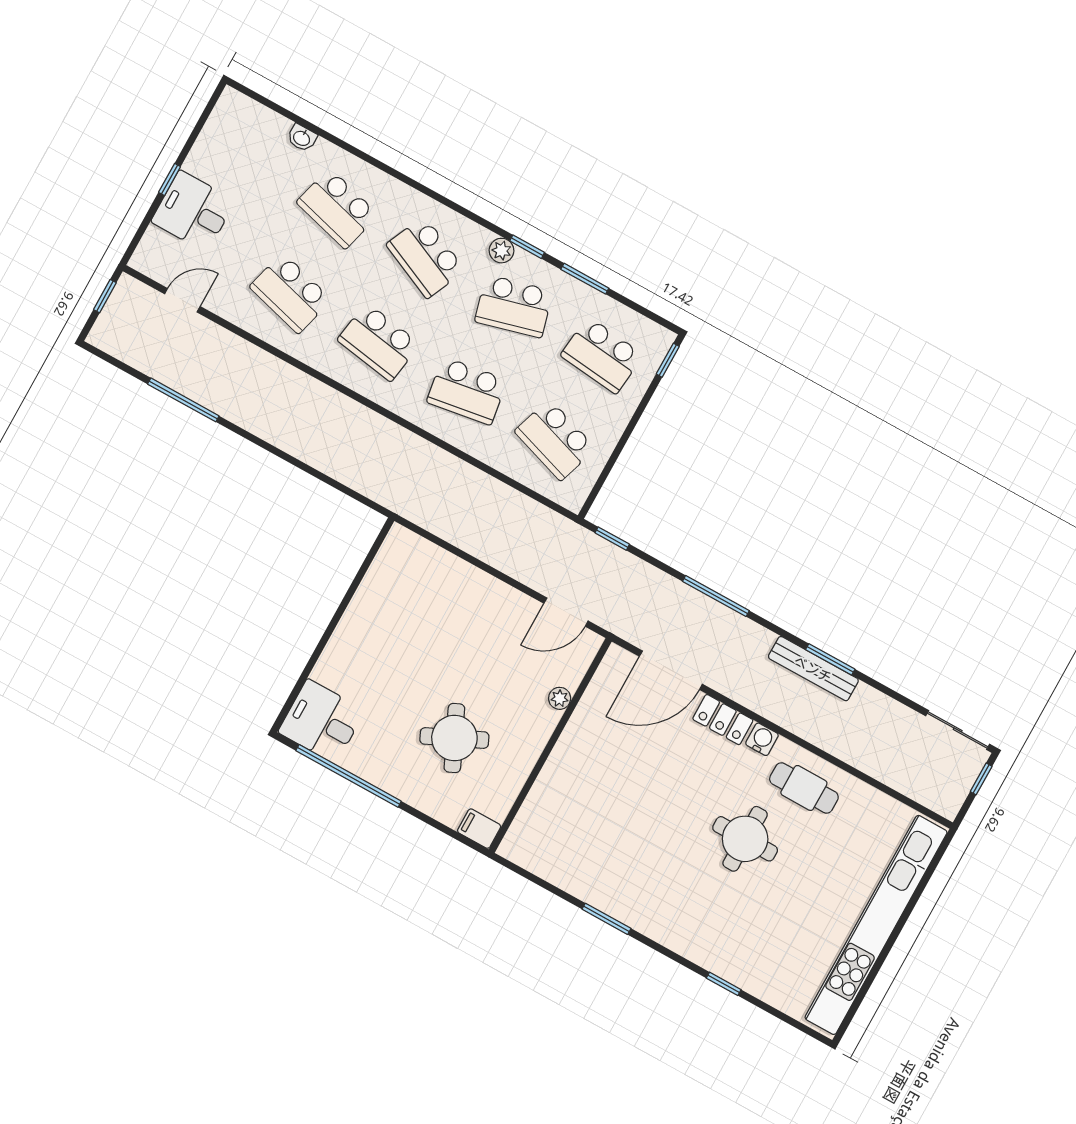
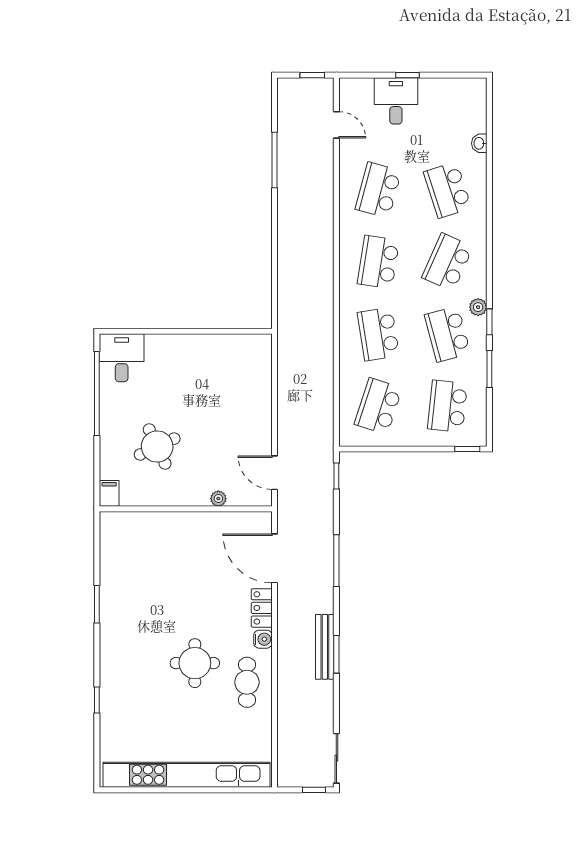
school desk: (337, 209) -> (447, 190), turned -33

